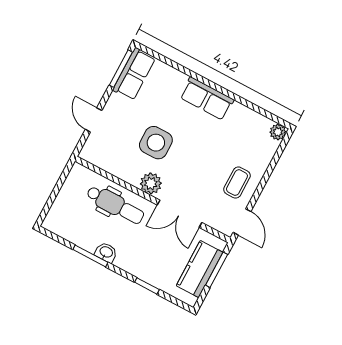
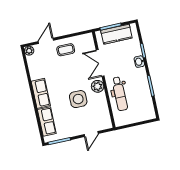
row of seats: (134, 74) -> (47, 121), moved, turned 90
dental chair: (115, 205) -> (120, 94), turned 180
double door: (179, 214) -> (100, 63), swing flipped
door: (242, 222) -> (46, 41), moved
washbasin: (106, 252) -> (139, 62), moved

